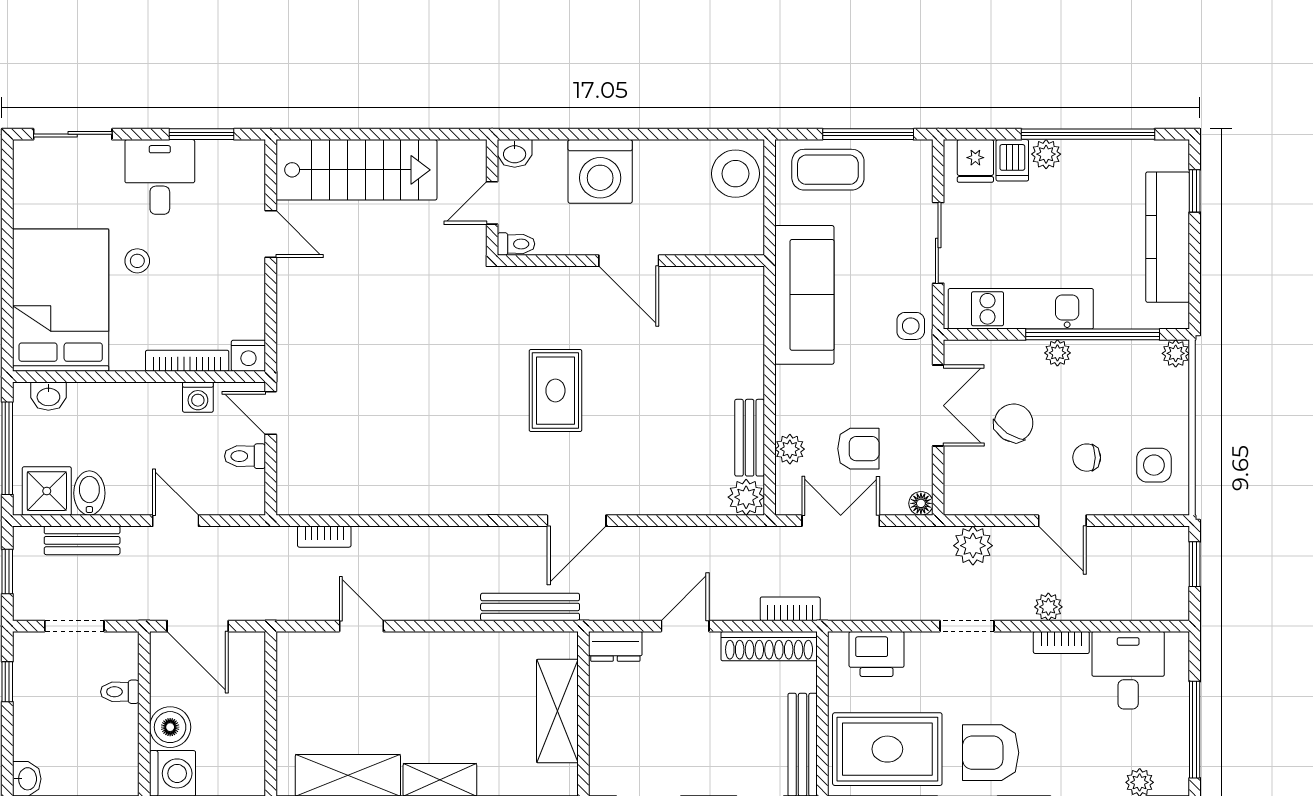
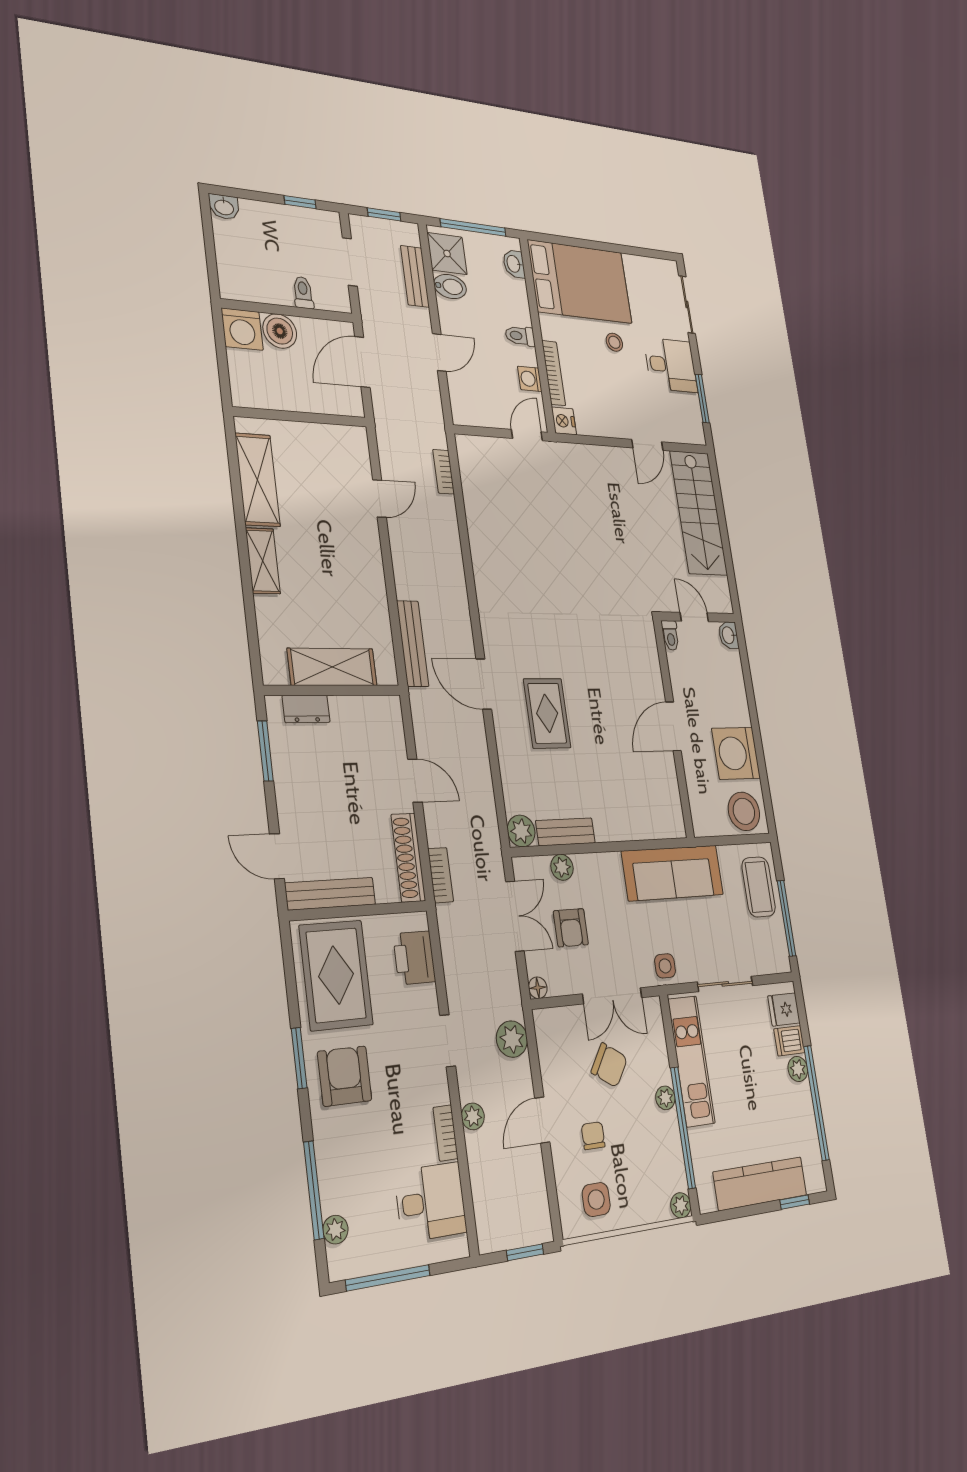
washing machine: (600, 171) -> (736, 753), moved
rug: (555, 391) -> (547, 713), moved, turned 90
toilet: (245, 456) -> (520, 336), moved, turned -90
dresser: (615, 646) -> (306, 709), moved, turned -90

